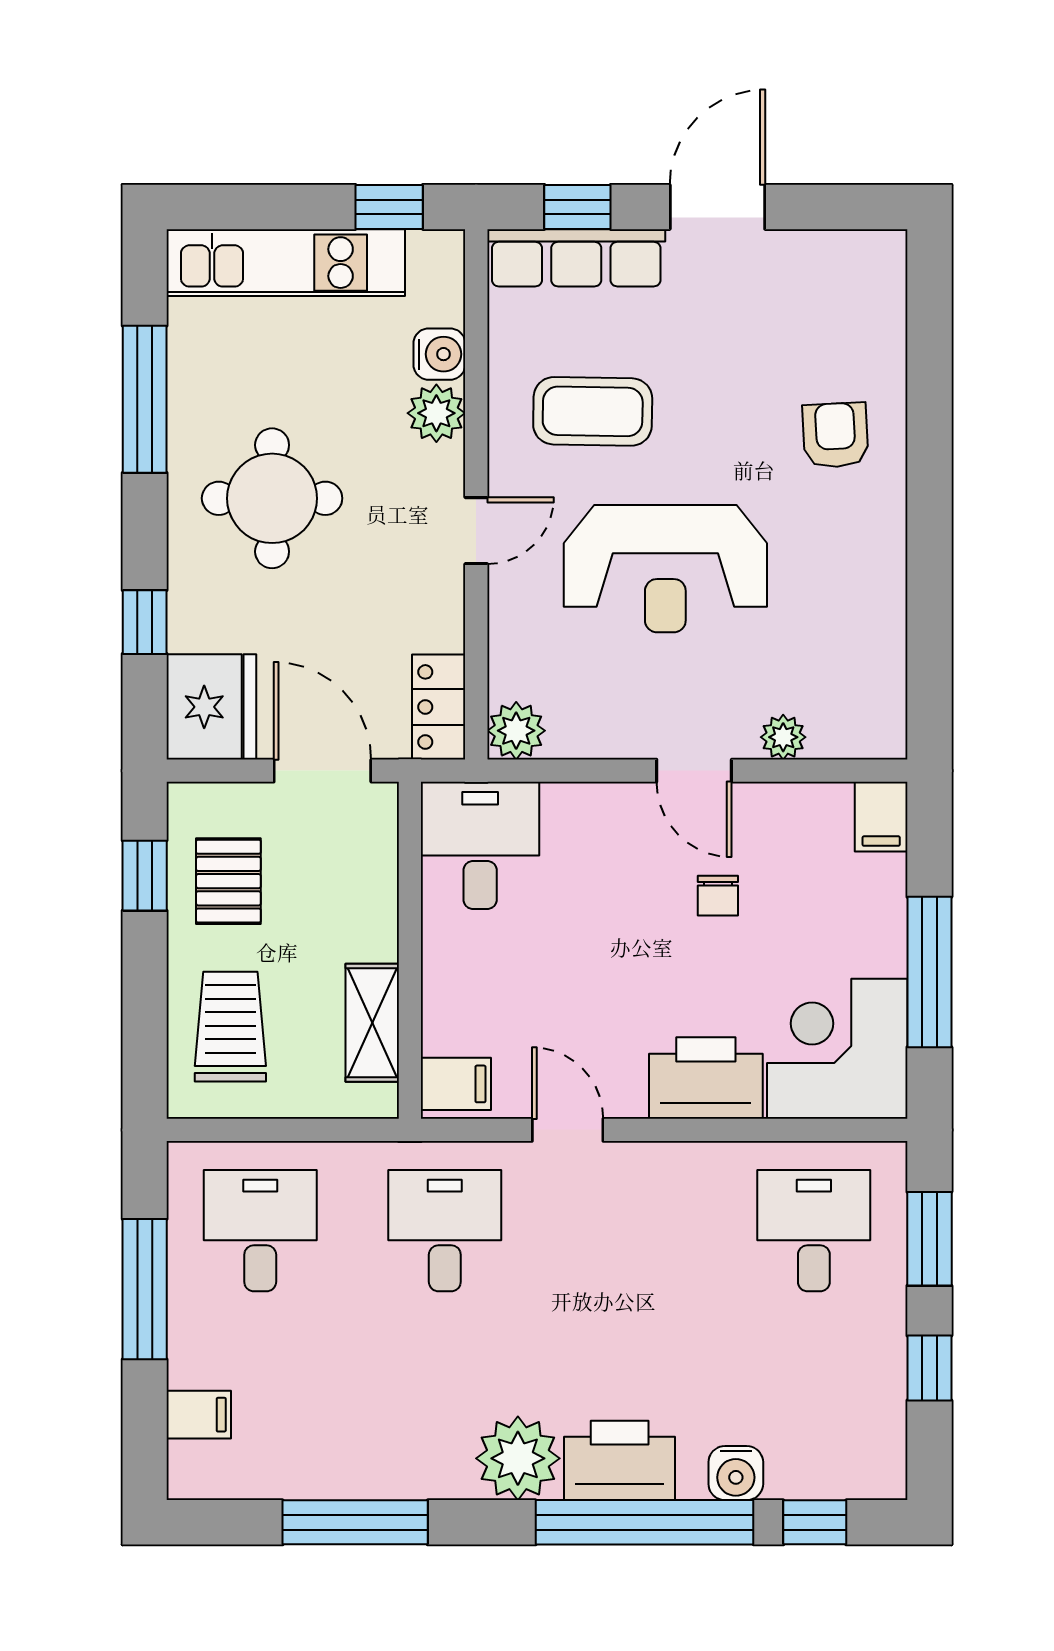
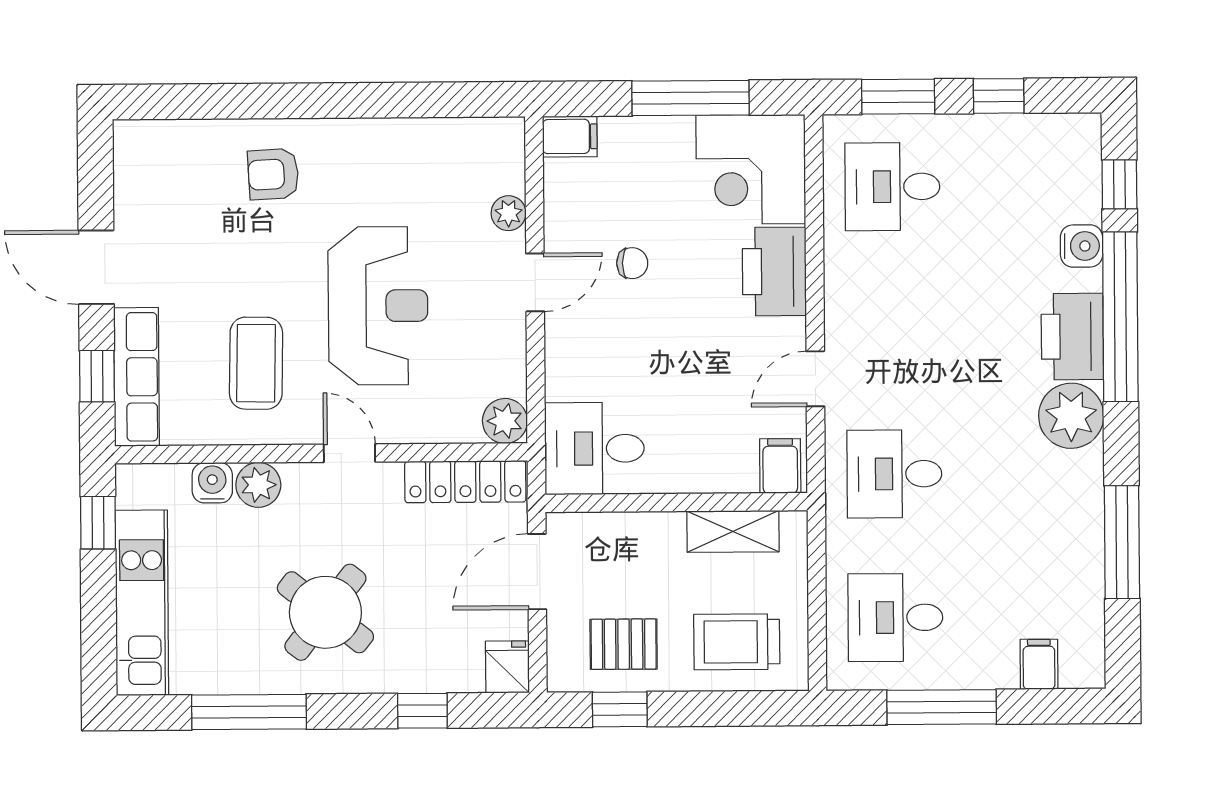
round table: (272, 498) -> (325, 612), turned 38
fridge: (211, 707) -> (507, 667), width x0.53, depth x0.75
locker: (439, 707) -> (465, 482), width x1.53

